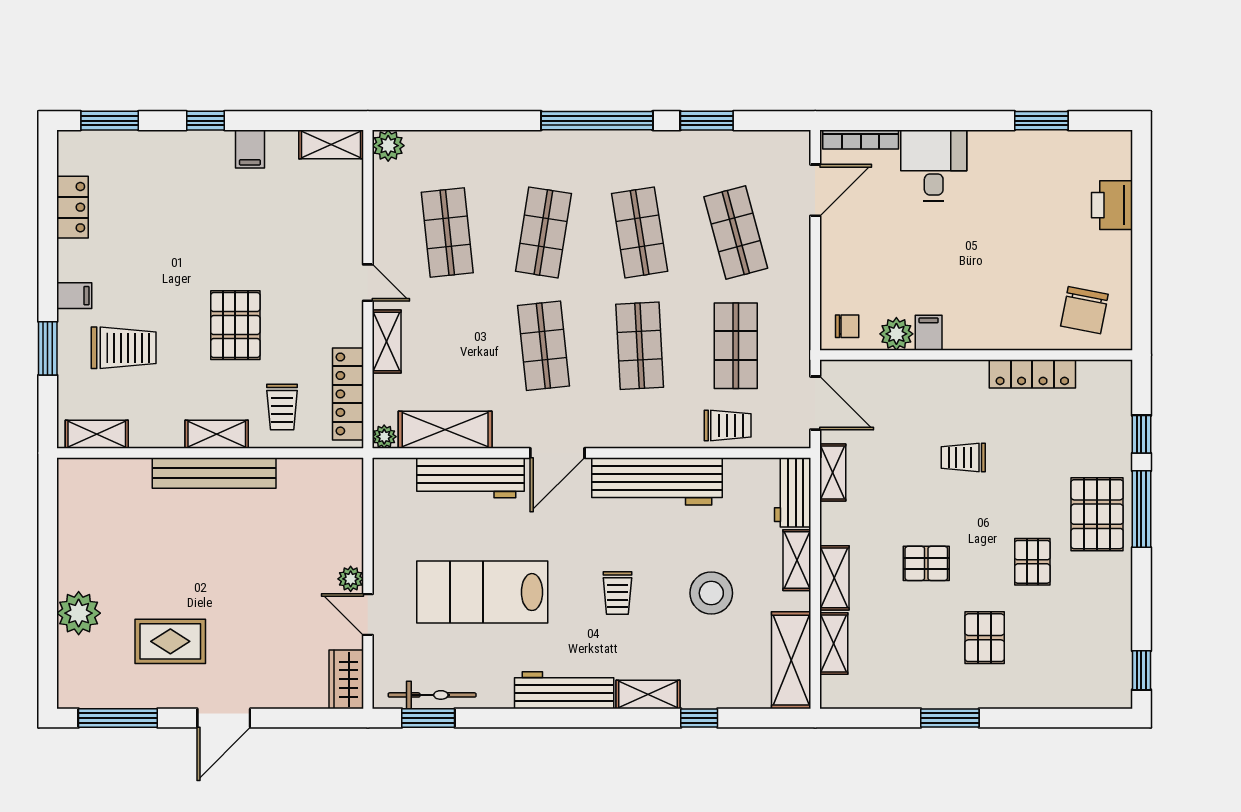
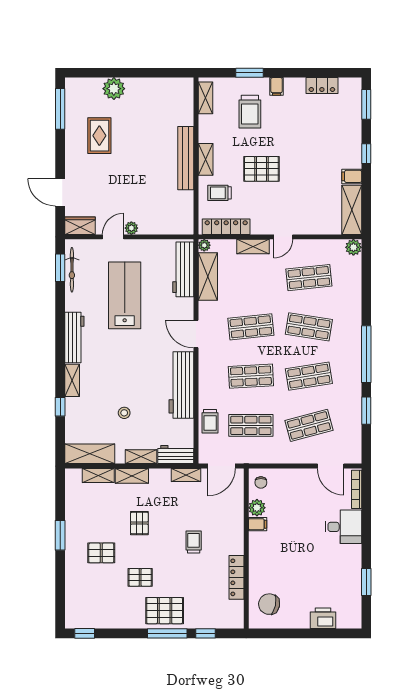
shelving: (331, 144) -> (352, 210), width x1.50, depth x1.33
workbench: (471, 478) -> (183, 269), moved
trolley: (617, 593) -> (124, 365), removed
stool: (711, 593) -> (124, 413), width x0.53, depth x0.53
door: (224, 718) -> (60, 192), moved

